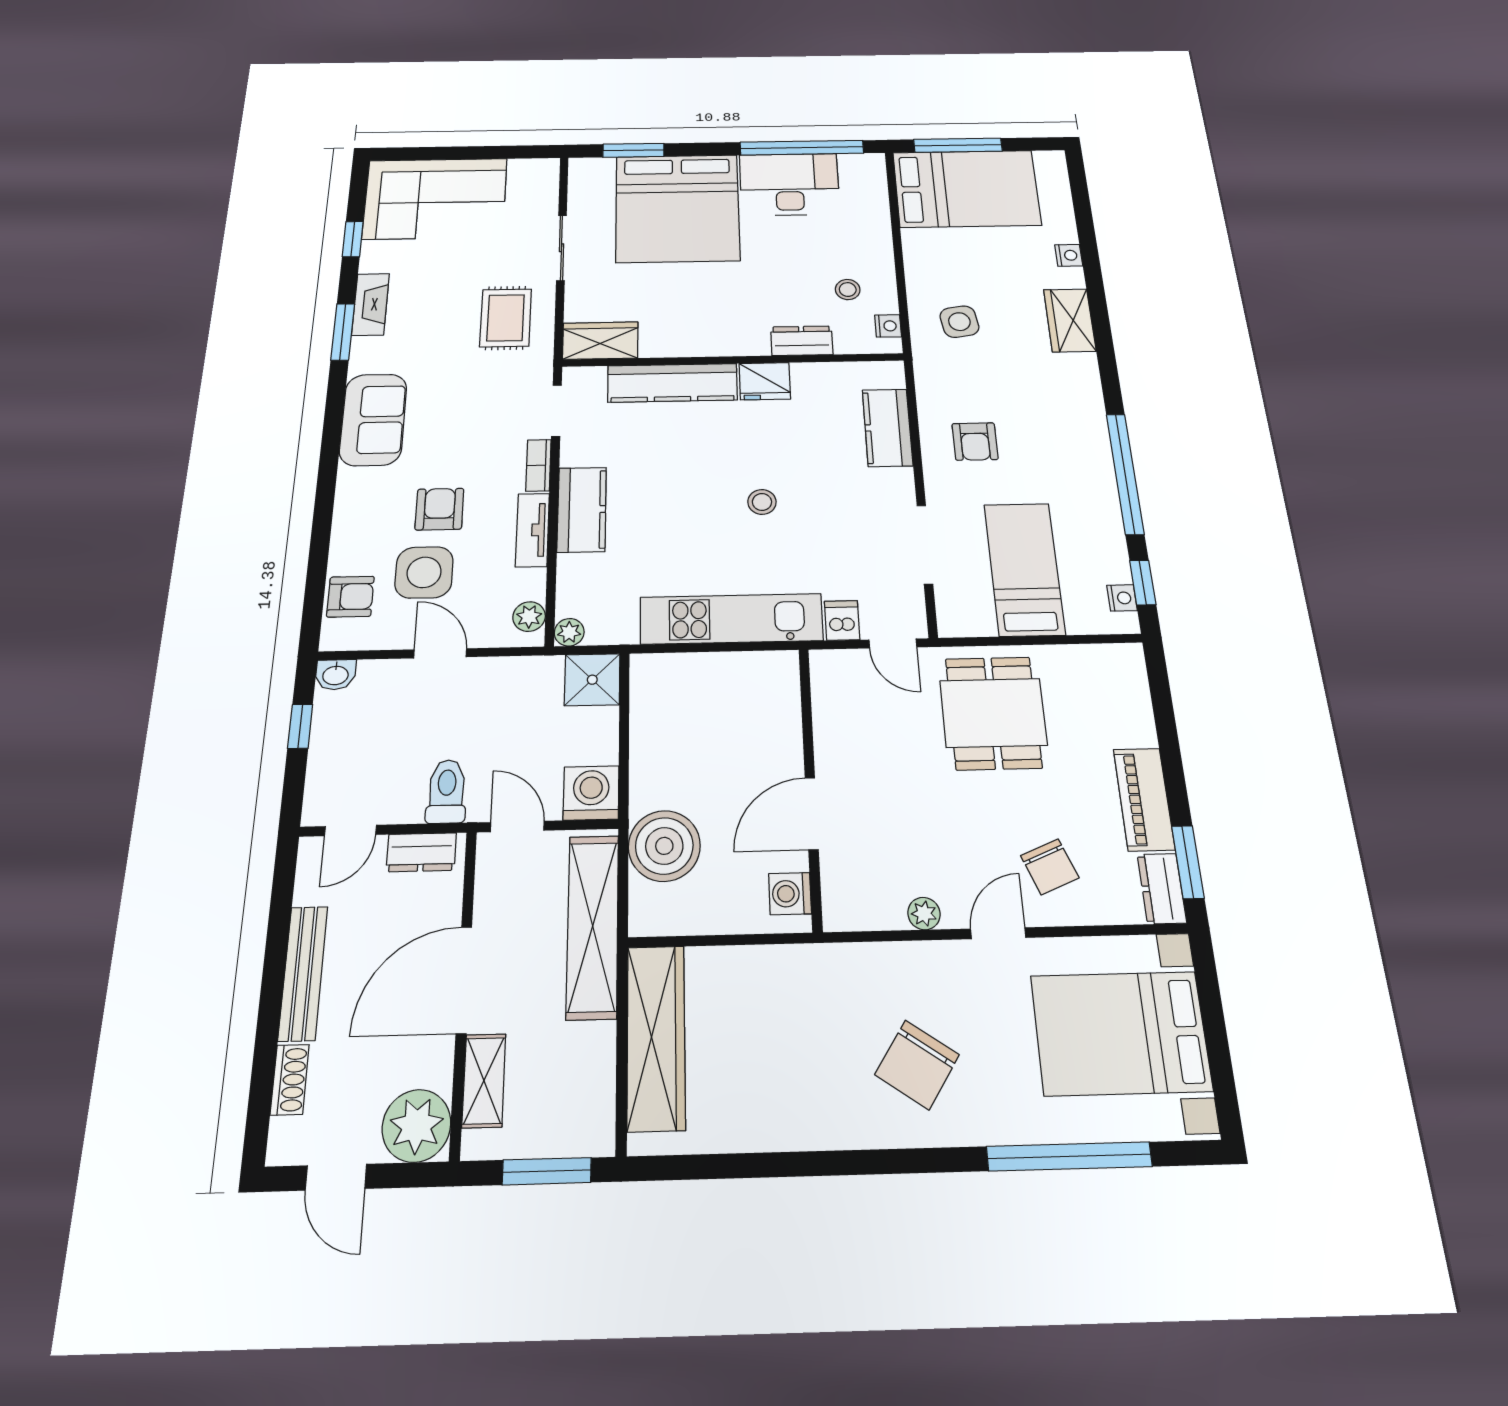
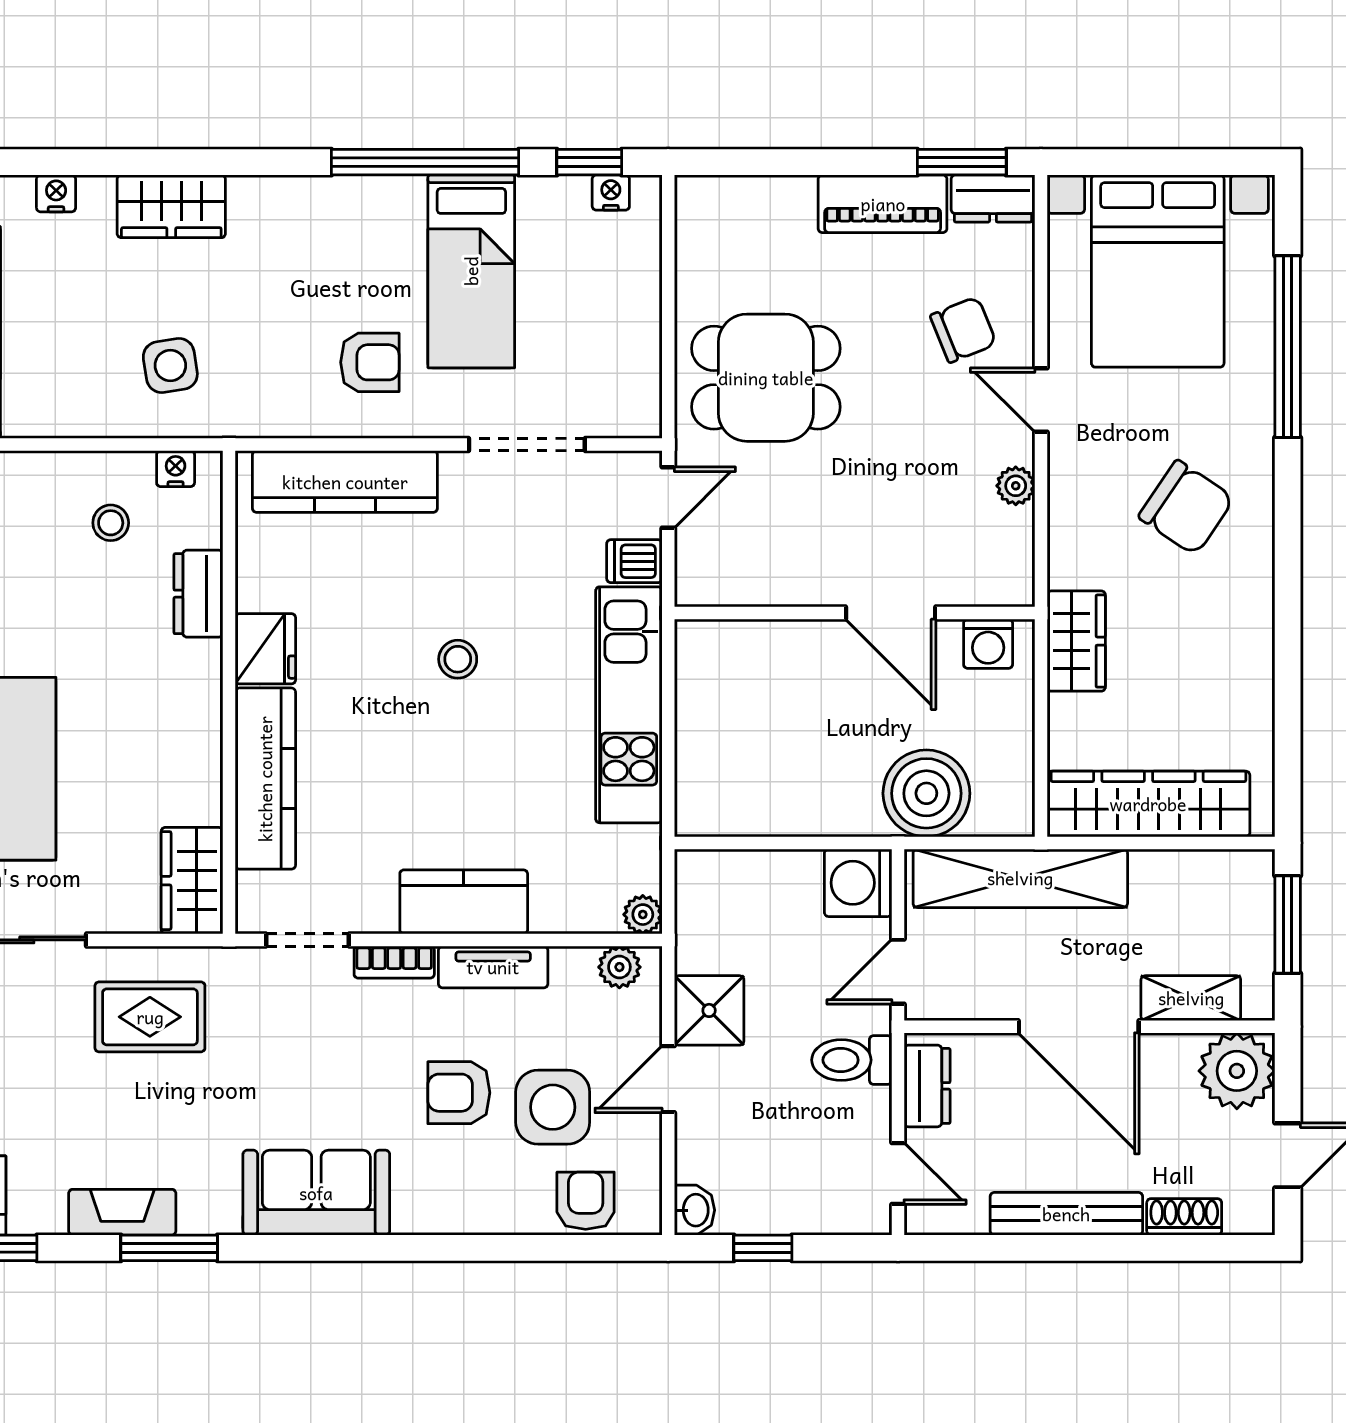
kitchen counter: (887, 428) -> (345, 482), width x1.50
bed: (1024, 569) -> (471, 271), moved, turned -90
shower: (592, 680) -> (709, 1010), moved
wardrobe: (795, 969) -> (1076, 641), added

